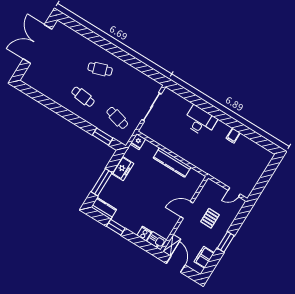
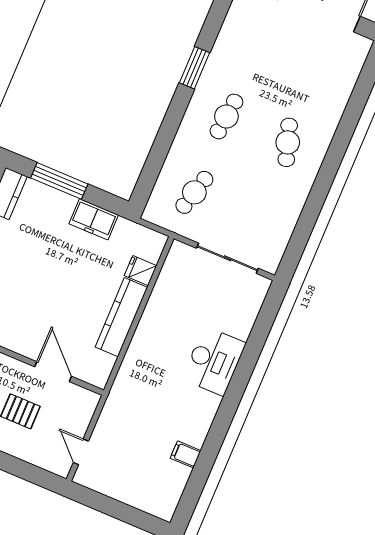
filing cabinet: (233, 136) -> (186, 454), moved
window: (103, 137) -> (195, 68), moved
fridge: (138, 142) -> (141, 271), moved
door: (187, 210) -> (53, 372), moved

